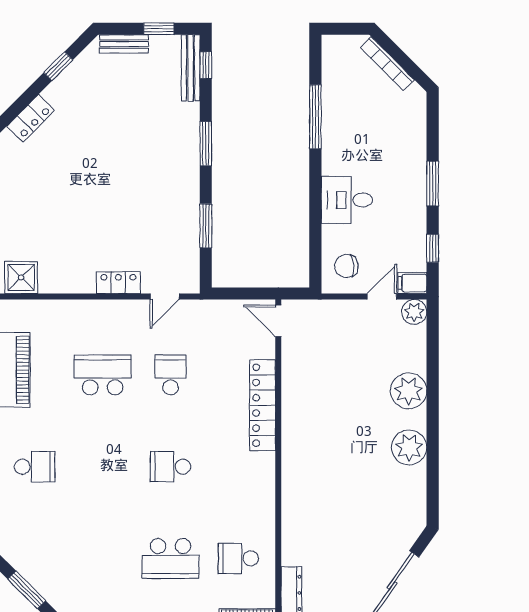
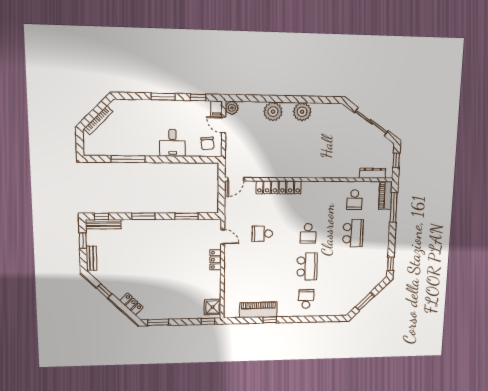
school desk: (103, 375) -> (307, 266), moved, turned 180

